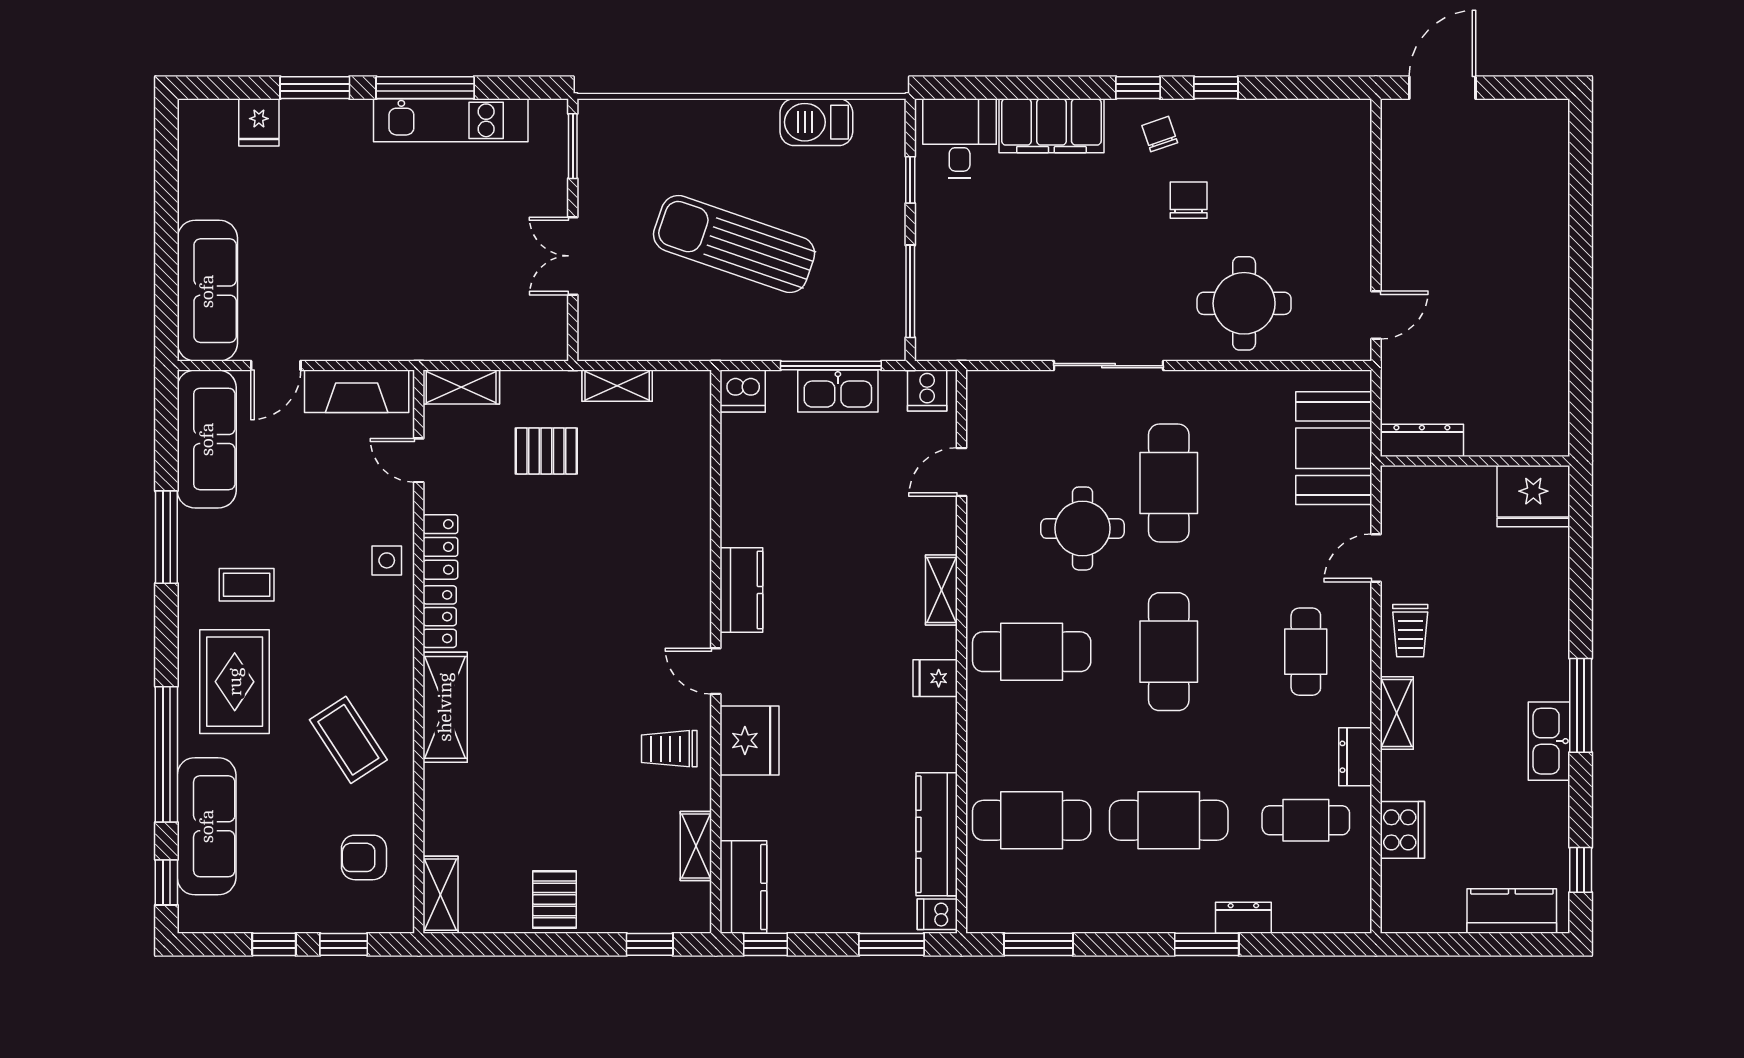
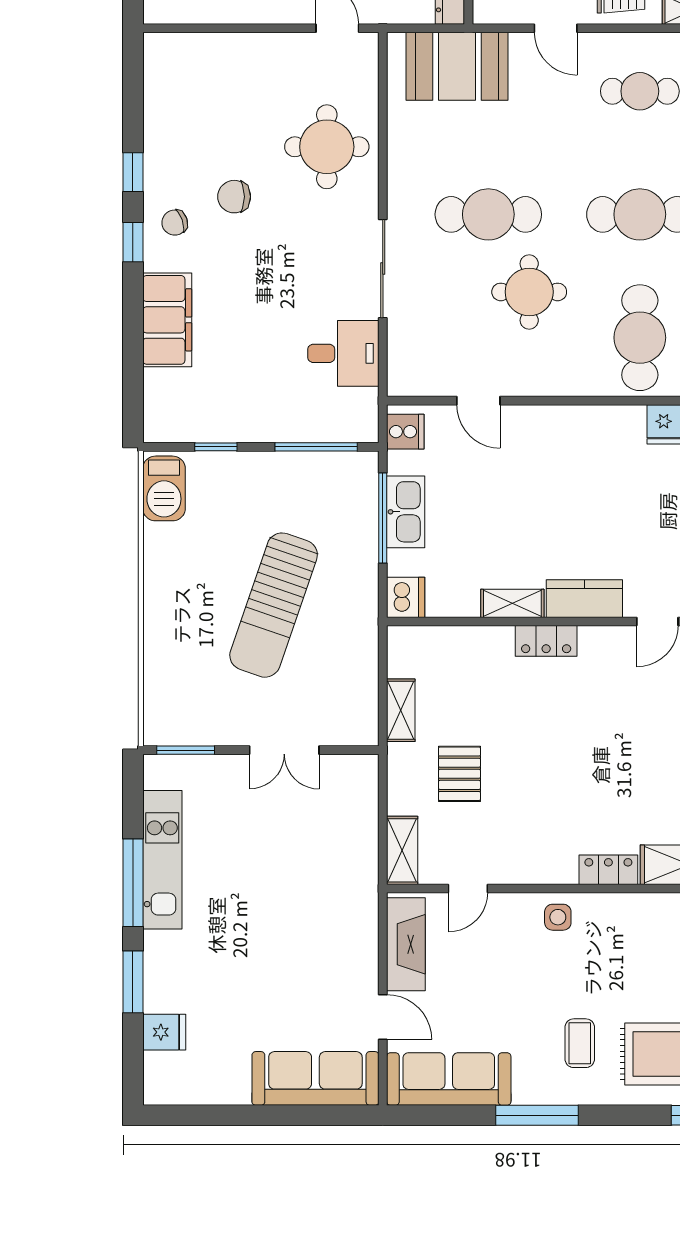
barbecue: (816, 122) -> (164, 488), moved
desk: (960, 138) -> (343, 353), moved, turned 180
locker: (440, 547) -> (546, 641), moved, turned 180
shelving: (941, 590) -> (512, 603), moved

